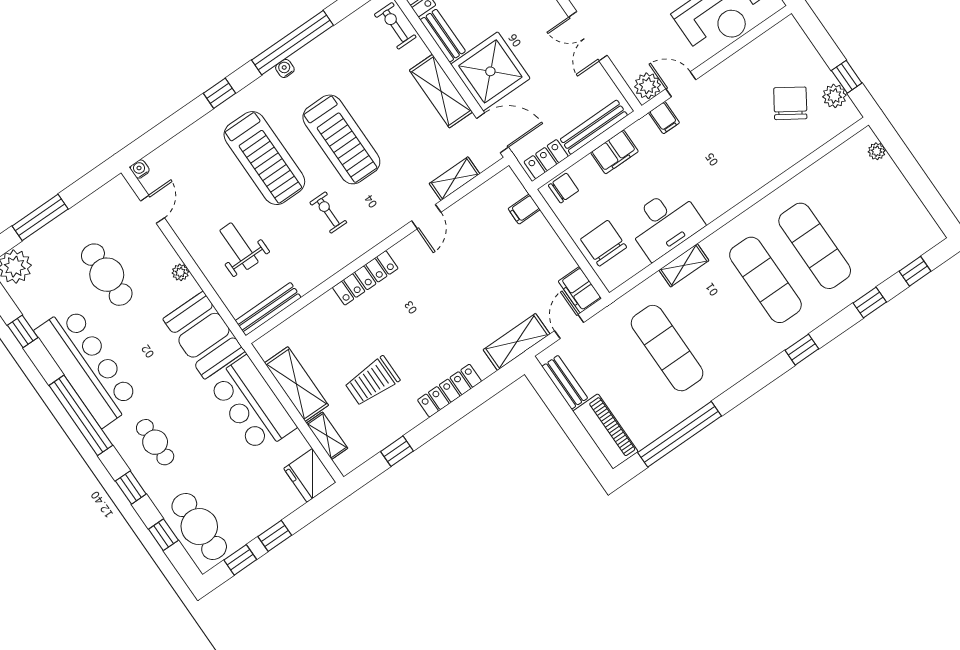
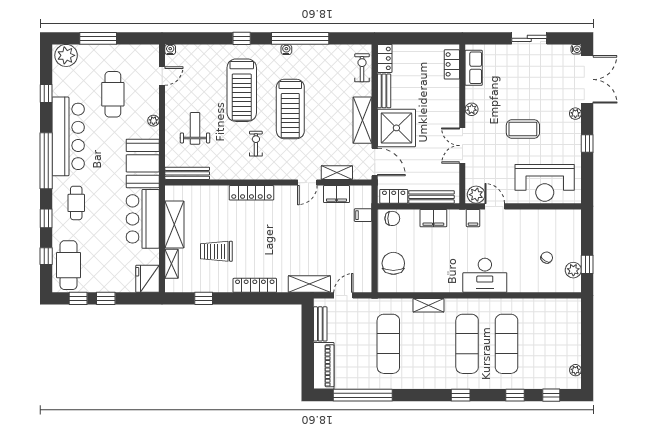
chair: (790, 103) -> (547, 258), width x0.54, depth x0.54
plant: (877, 151) -> (575, 370), moved
desk: (665, 223) -> (485, 275), moved
filing cabinet: (580, 290) -> (336, 194), moved, turned -90

